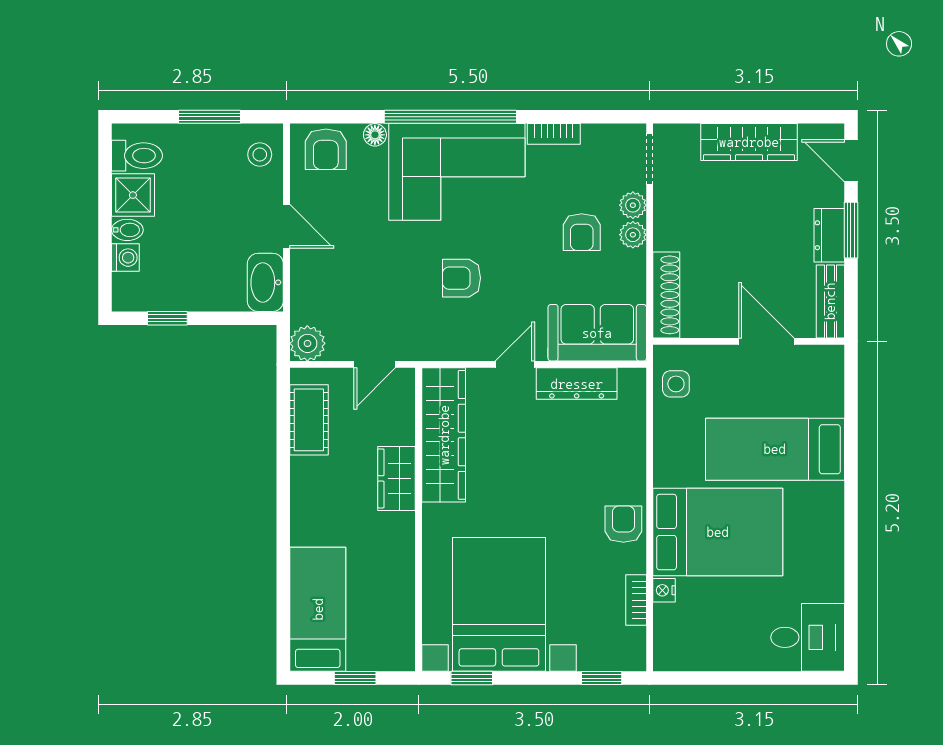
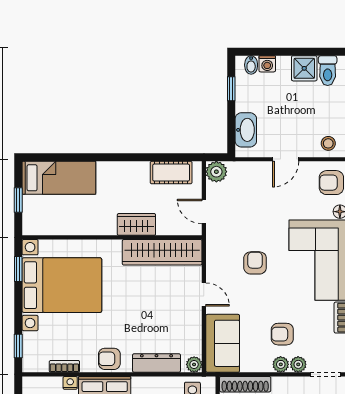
bidet: (127, 230) -> (251, 65), moved
washbasin: (265, 282) -> (246, 130), moved, turned 90
plant: (633, 381) -> (194, 364), added
dresser: (577, 384) -> (156, 363), moved, turned 90
armchair: (623, 524) -> (109, 359), turned 180

